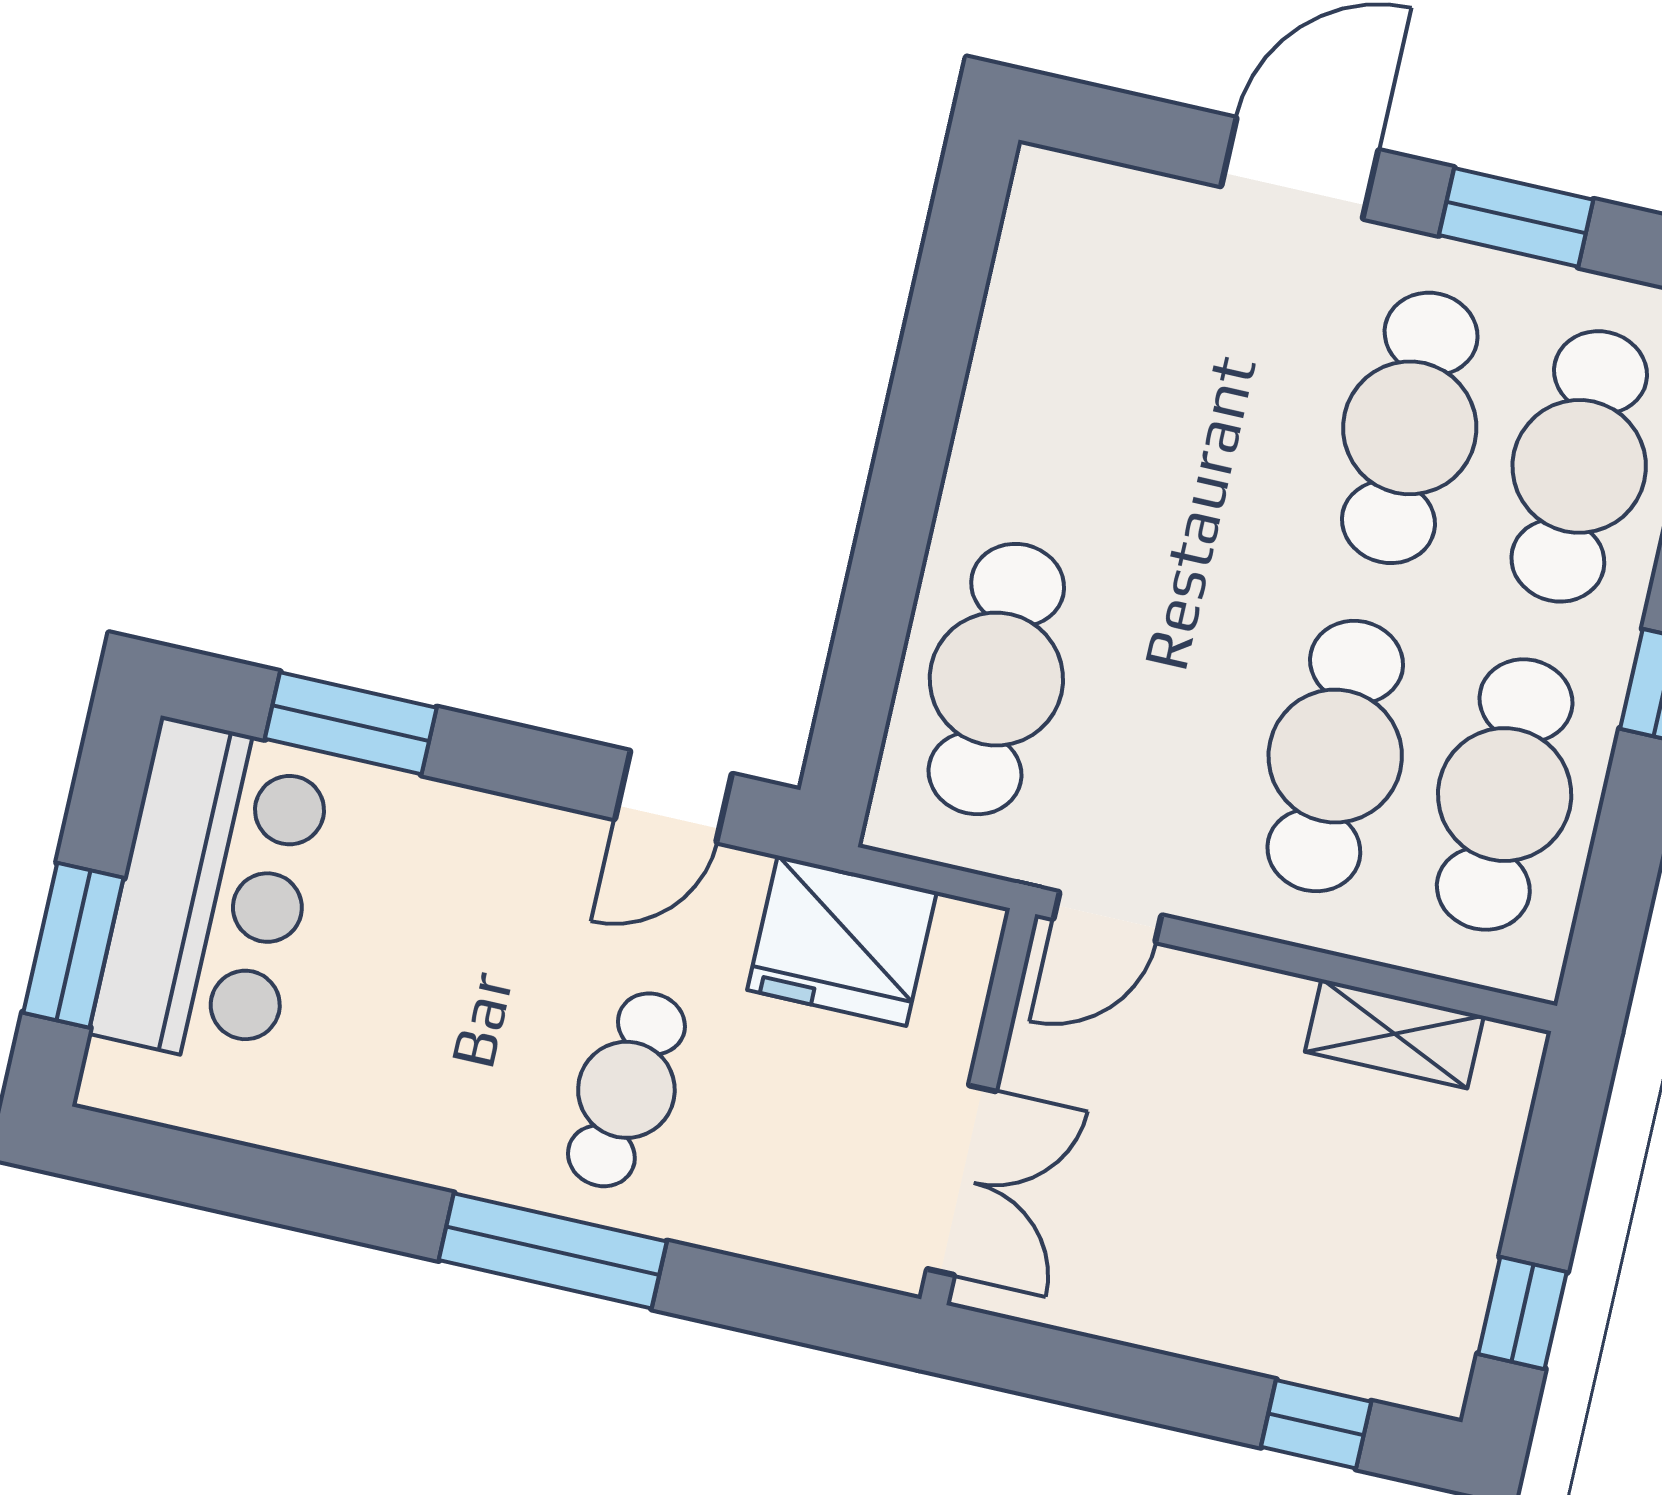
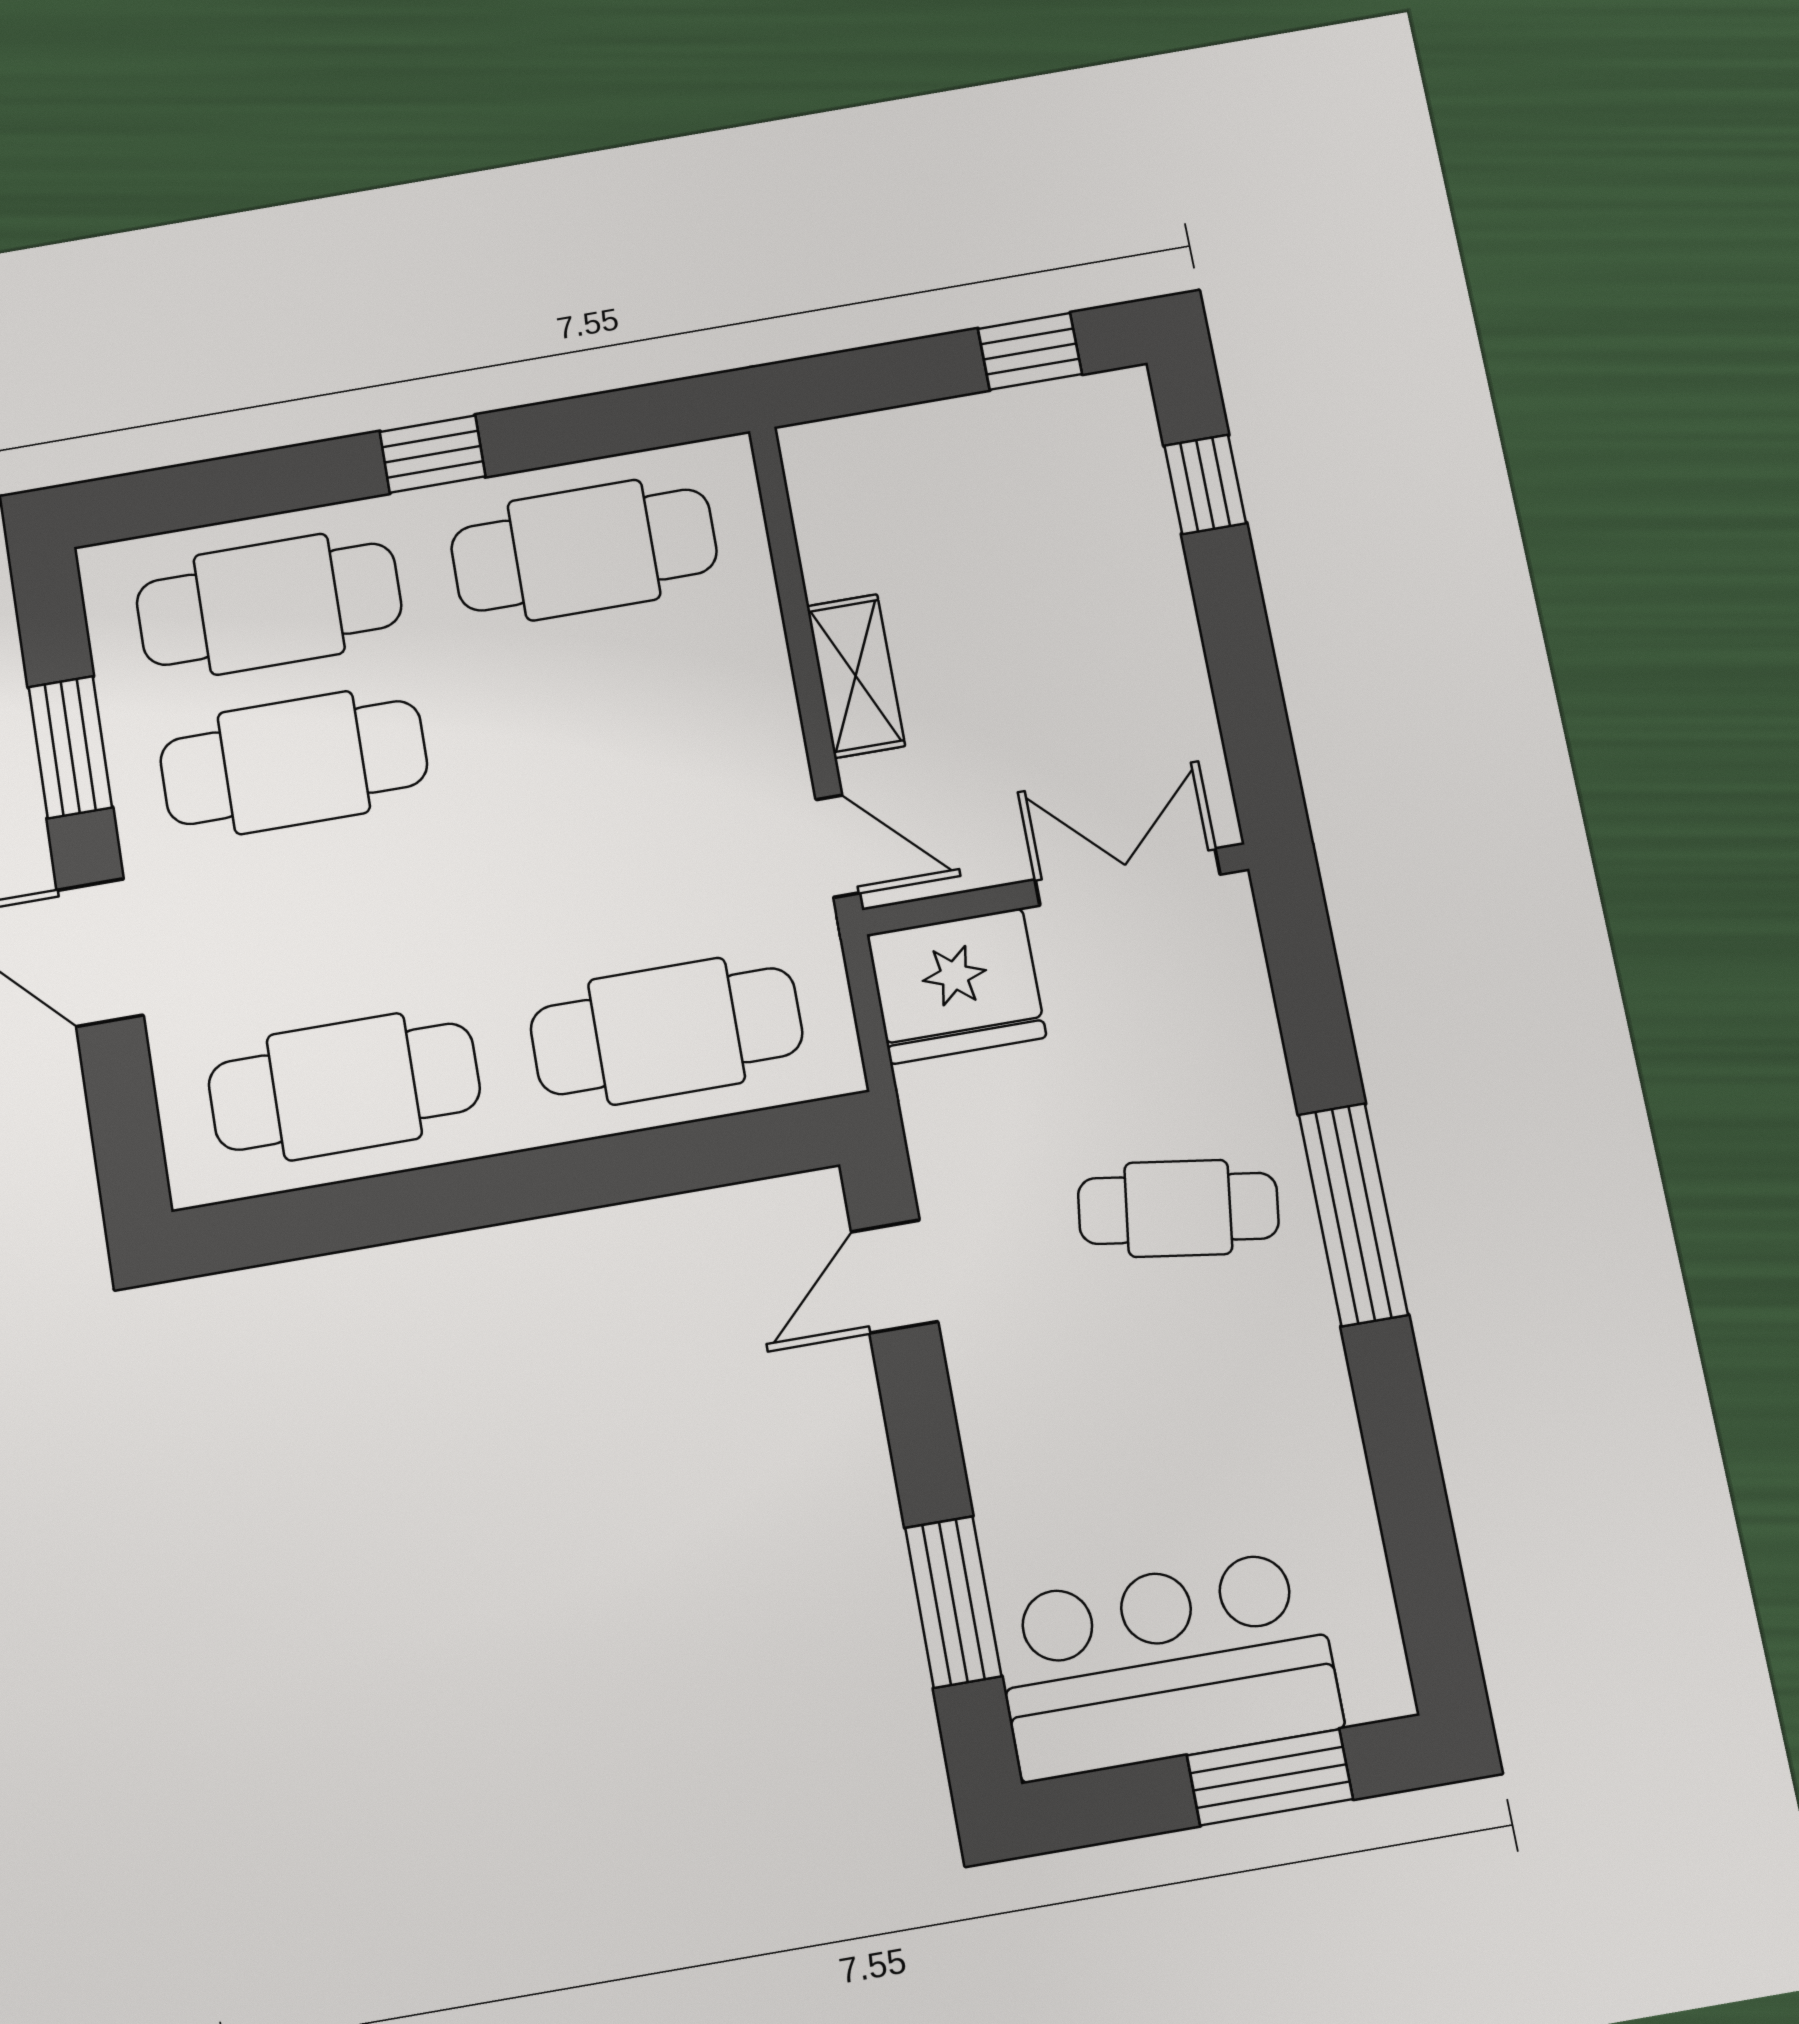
cafe table: (1335, 756) -> (344, 1087), moved
door: (673, 797) -> (895, 1277), swing flipped
fridge: (842, 941) -> (956, 986), moved, turned 90
shelving: (1394, 1034) -> (856, 676), moved

